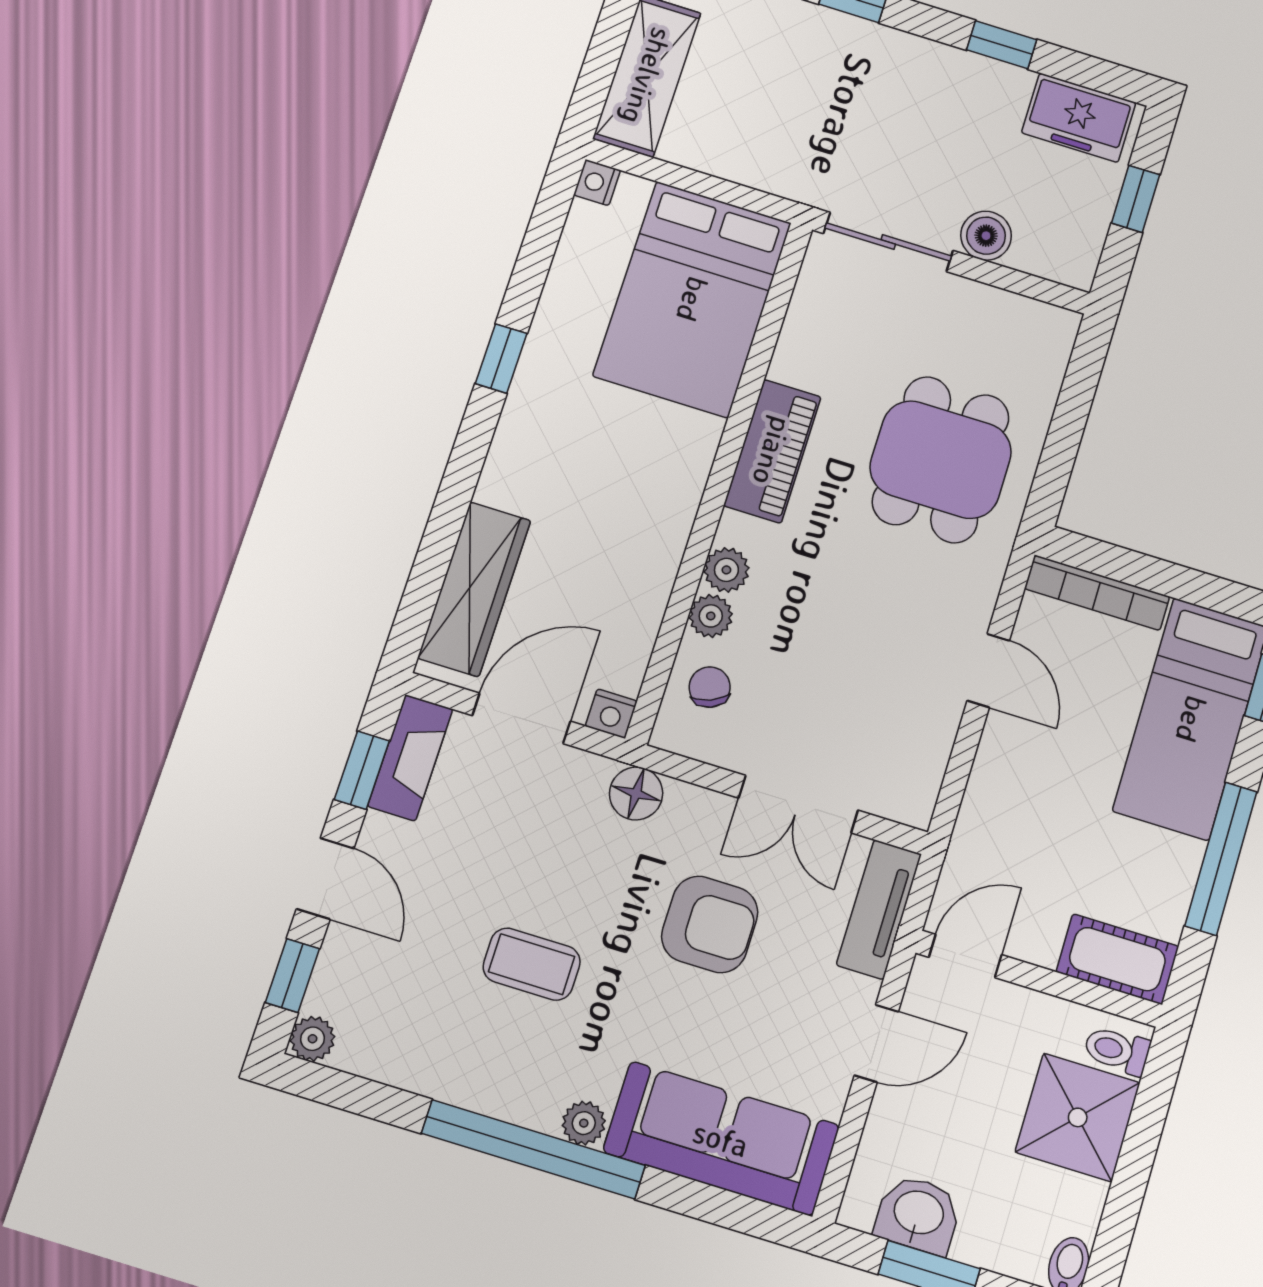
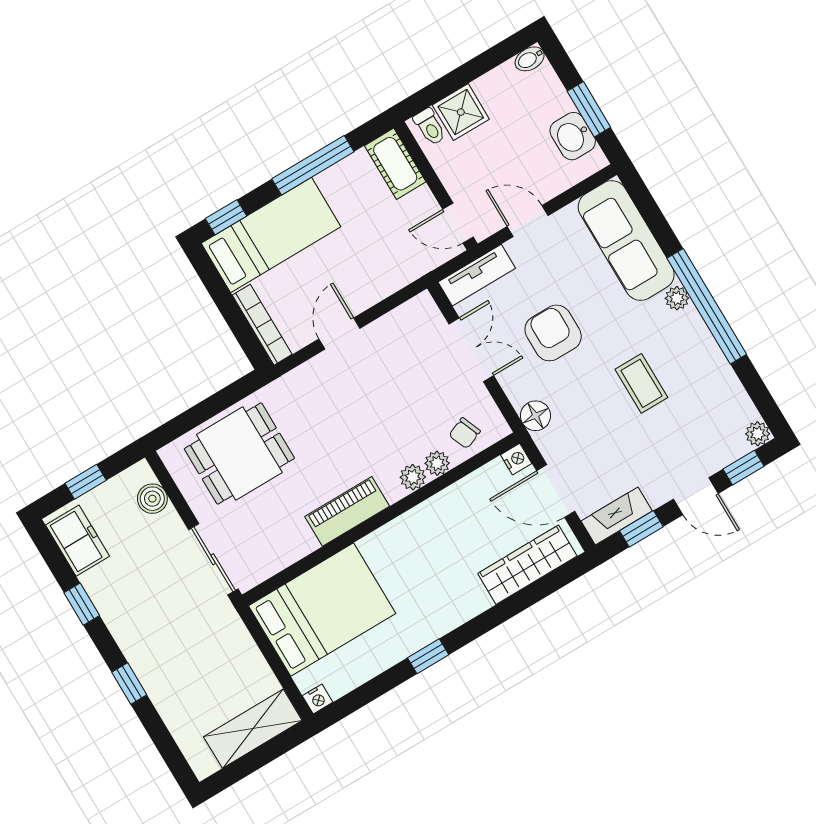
boiler: (986, 236) -> (152, 499), moved
dining table: (941, 460) -> (239, 453), moved
door: (325, 879) -> (696, 496), swing flipped
shower: (1078, 1117) -> (461, 112), width x0.73, depth x0.73

